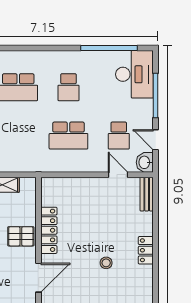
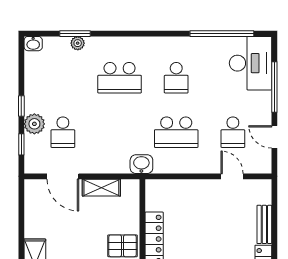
washbasin: (145, 162) -> (141, 164), moved, turned 90
bench: (147, 194) -> (264, 224), moved

